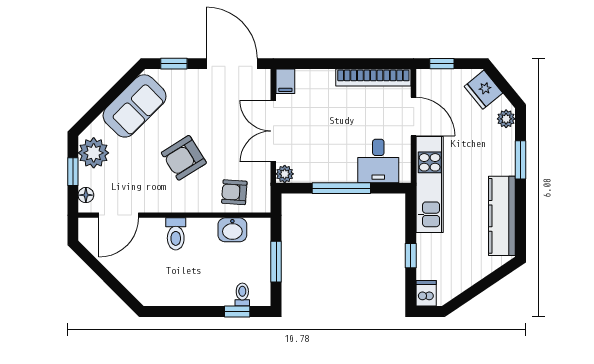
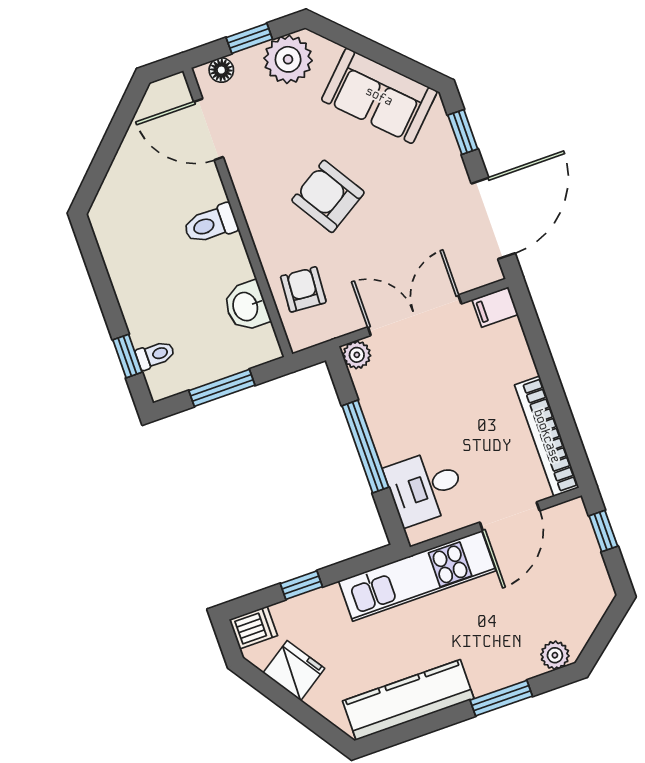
fridge: (483, 90) -> (294, 671), moved, turned 95

